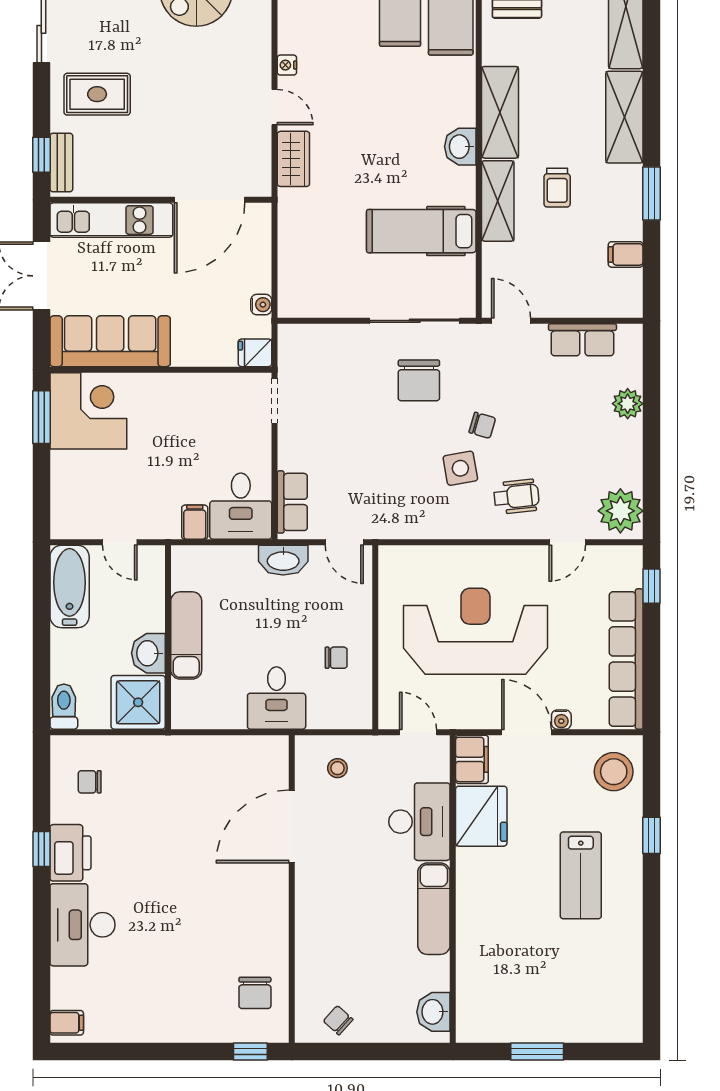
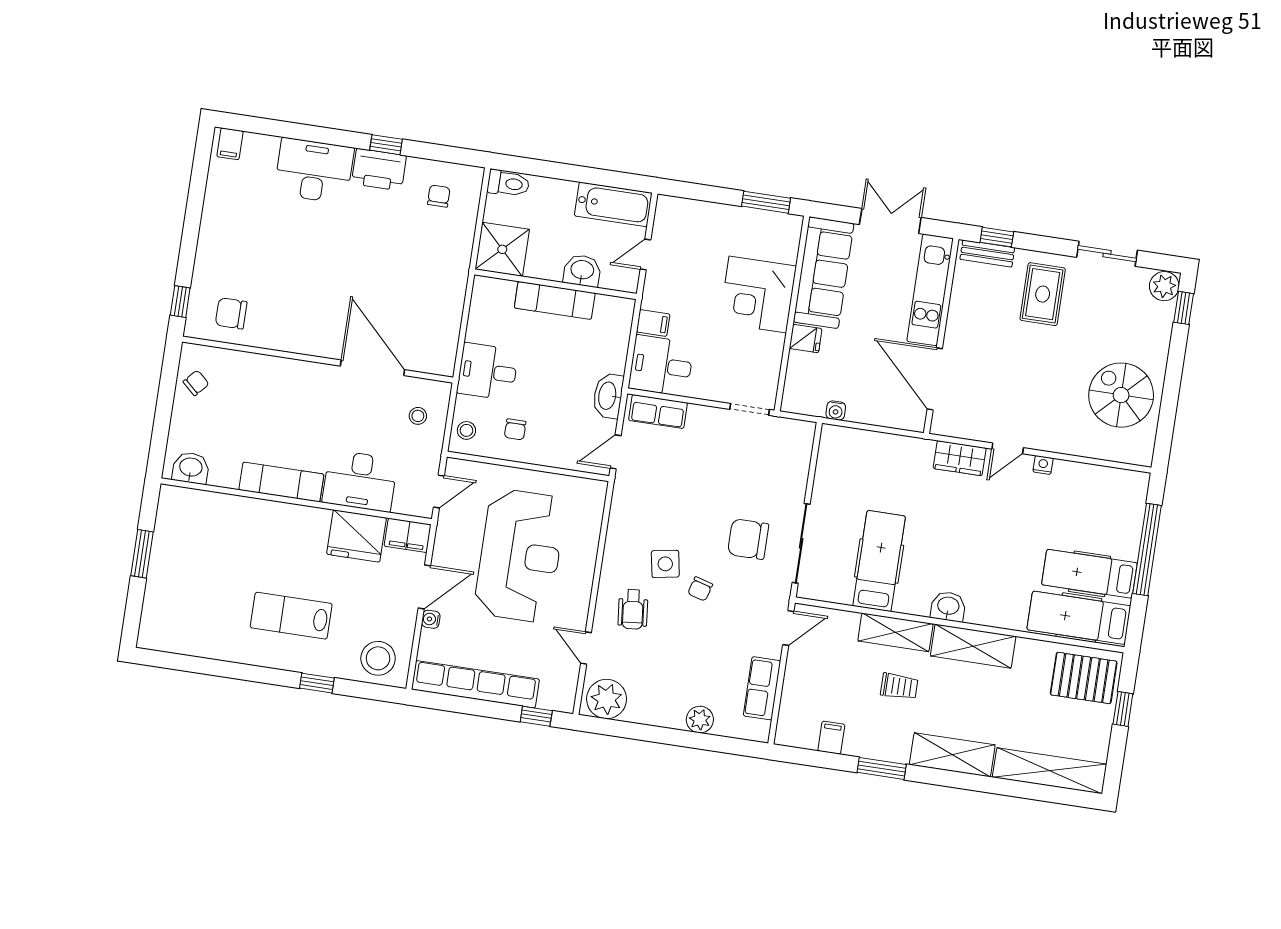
trolley: (557, 188) -> (899, 686), turned 180
fridge: (255, 353) -> (806, 339), moved, turned 90
corner desk: (88, 411) -> (758, 295), moved, turned 90
washbasin: (148, 653) -> (582, 271), moved
stool: (345, 712) -> (466, 430), added

